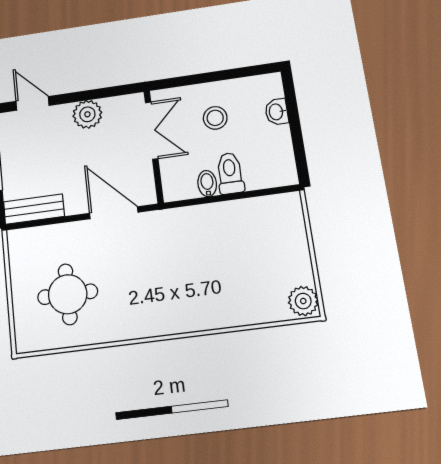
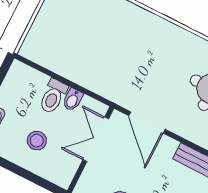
double door: (152, 130) -> (96, 139), moved

